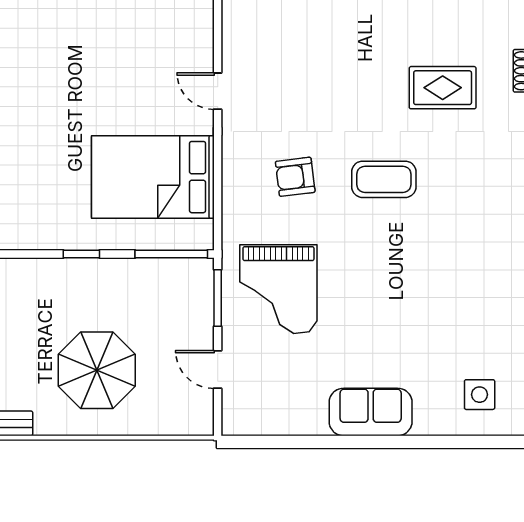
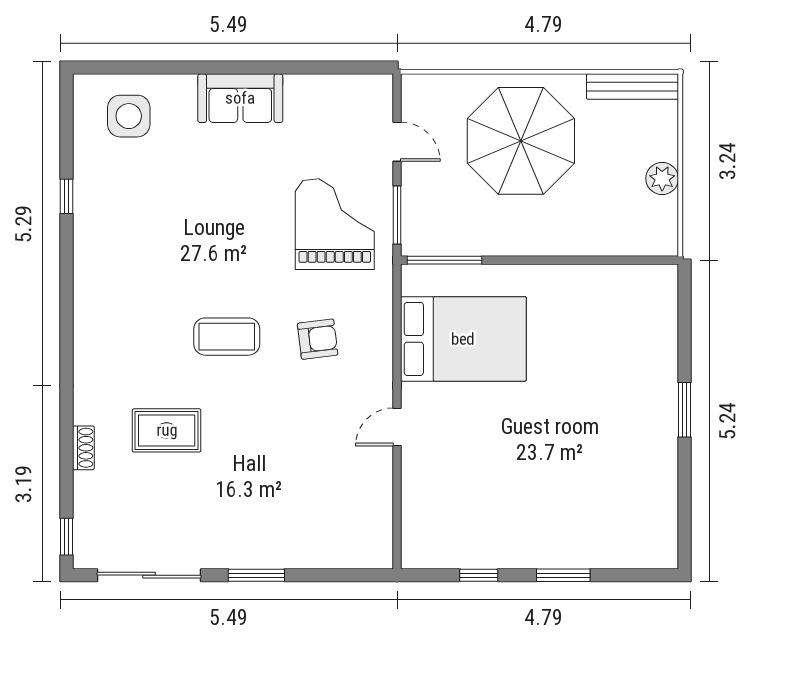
door: (218, 91) -> (397, 427), swing flipped
window: (81, 254) -> (537, 260), removed
parasol: (97, 370) -> (521, 141), width x1.36, depth x1.36
side table: (480, 395) -> (129, 116), width x1.37, depth x1.37

